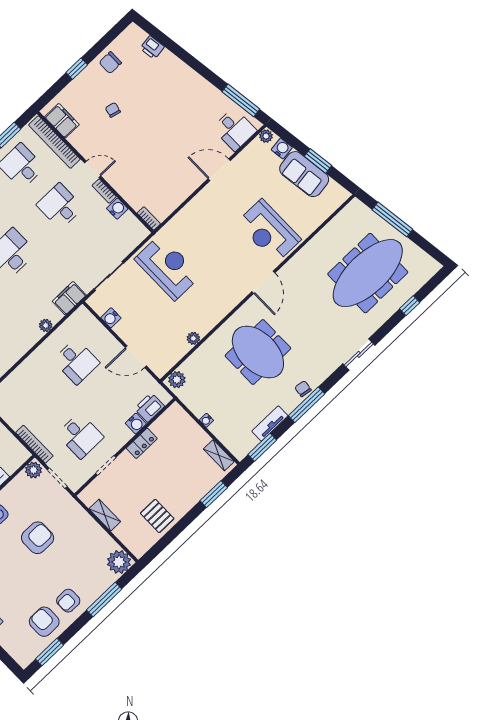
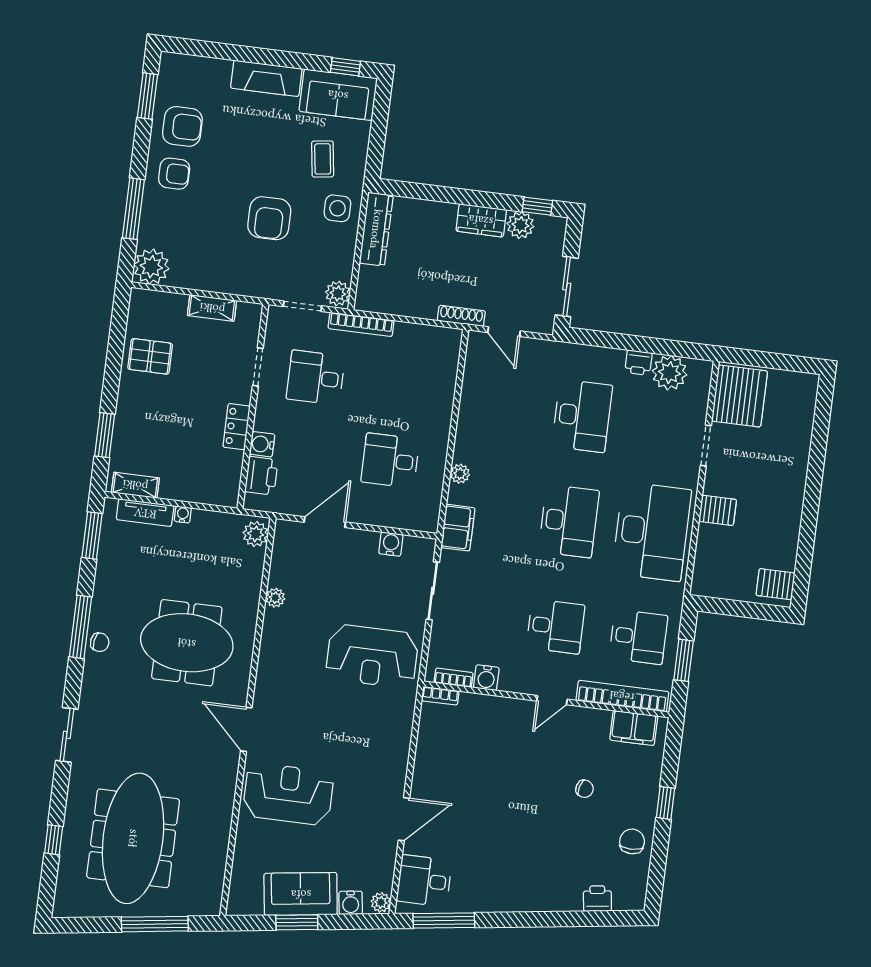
bookcase: (104, 191) -> (454, 678), moved
tv unit: (270, 423) -> (145, 513), moved, turned 90
armchair: (68, 601) -> (174, 174), turned 90

